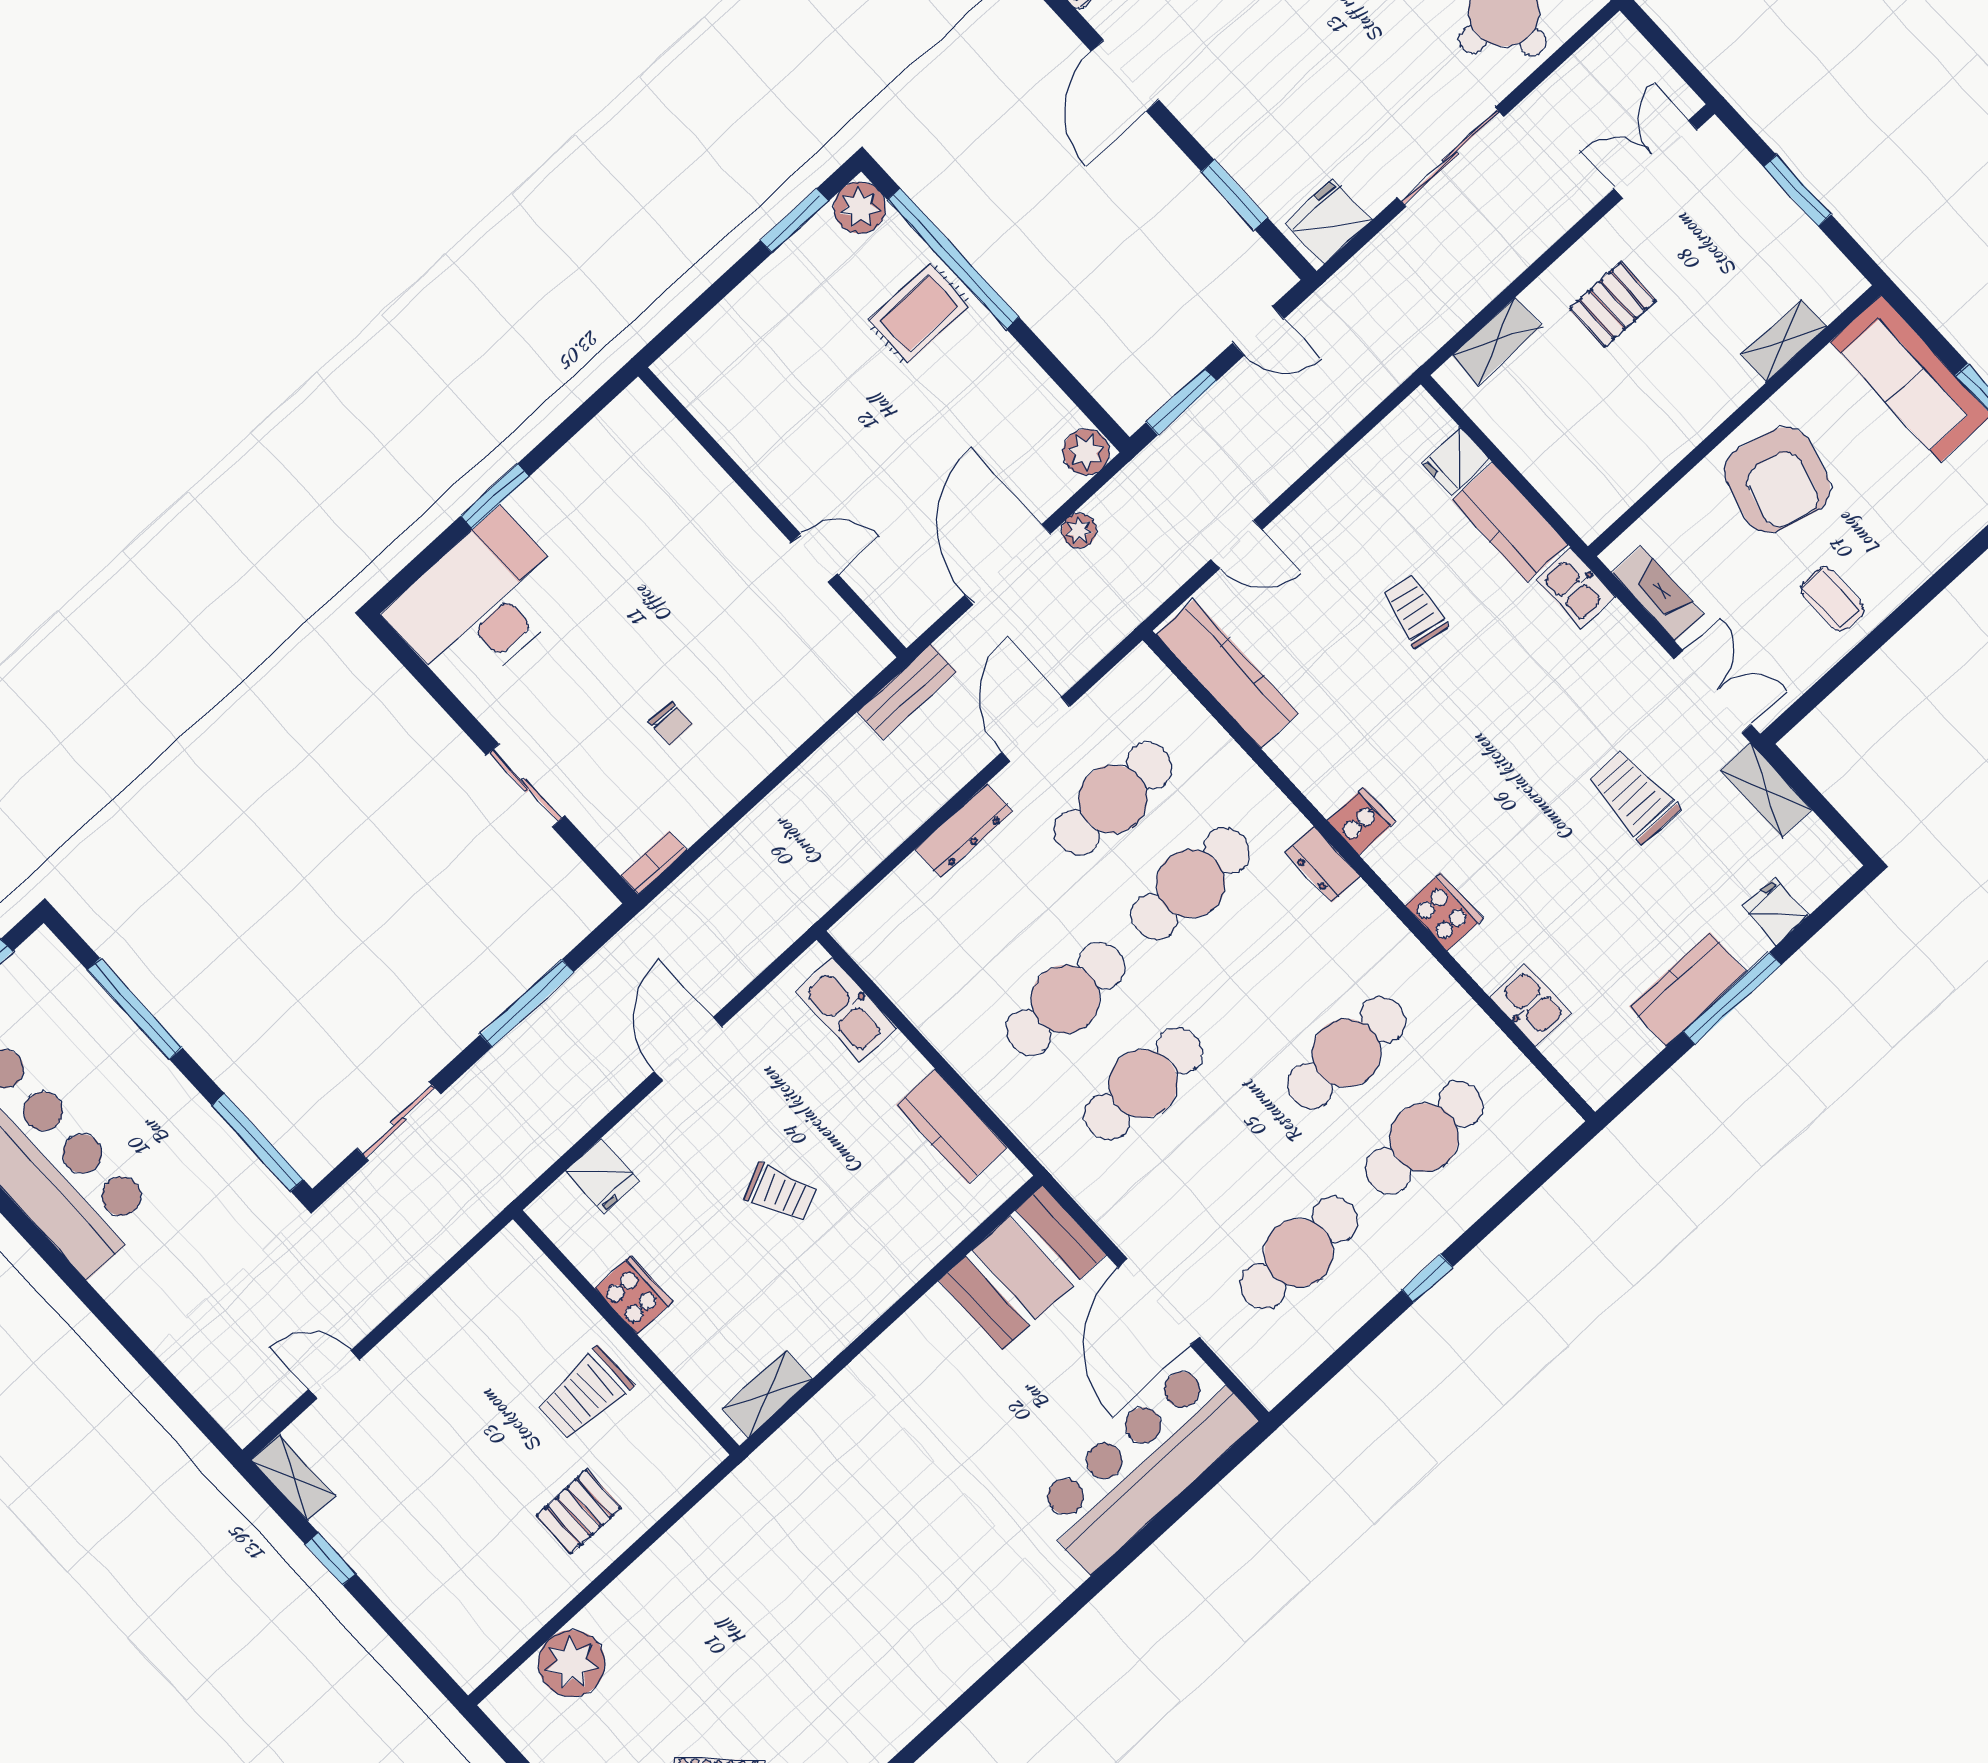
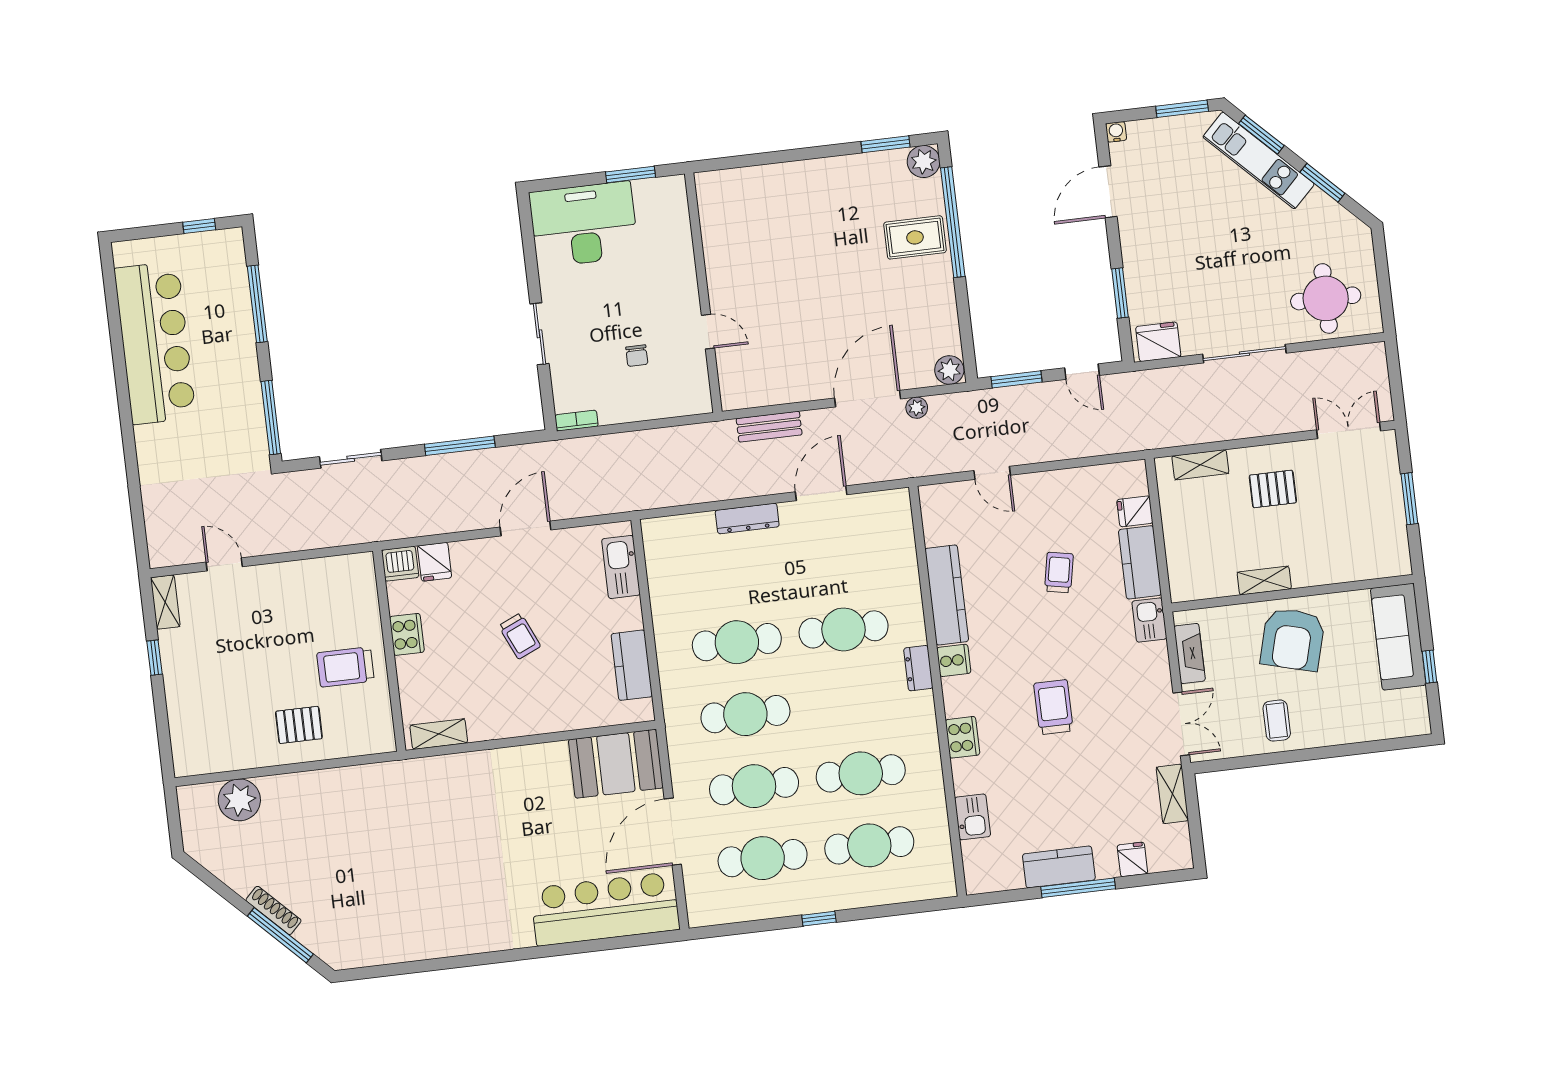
shelving: (1784, 341) -> (1264, 581), moved
wall: (772, 512) -> (703, 293), moved
door: (814, 558) -> (708, 332), moved
kitchen counter: (1227, 674) -> (947, 595), moved
trolley: (1633, 796) -> (1053, 707), moved
cafe table: (1113, 799) -> (754, 786), moved
dishwasher: (559, 1210) -> (400, 564), added

